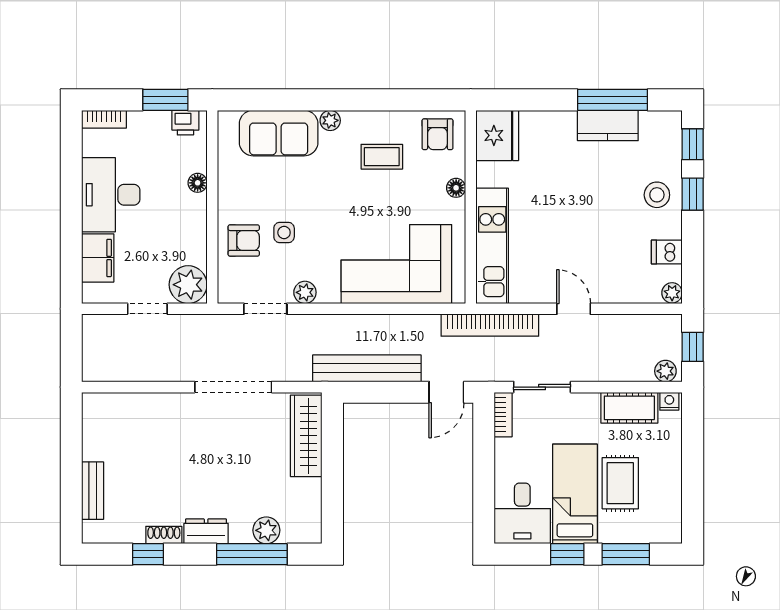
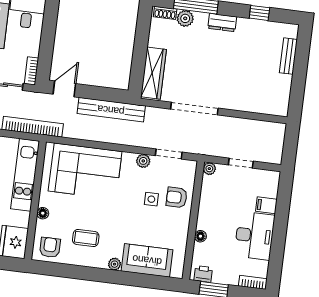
filing cabinet: (98, 258) -> (266, 205), width x0.50
plant: (188, 285) -> (209, 169), width x0.53, depth x0.53
shoe rack: (164, 535) -> (165, 13), moved

